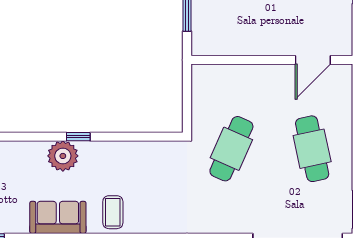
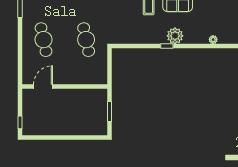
cafe table: (231, 149) -> (86, 40), turned -36

